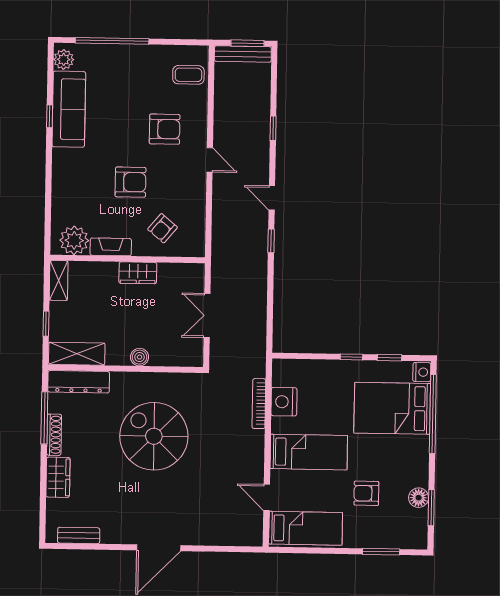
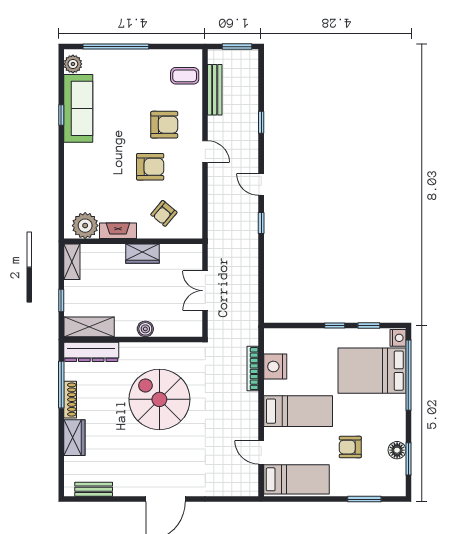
bench: (243, 54) -> (215, 90), moved, turned 90
armchair: (131, 182) -> (150, 167), moved

